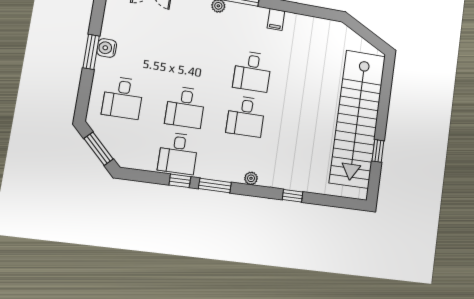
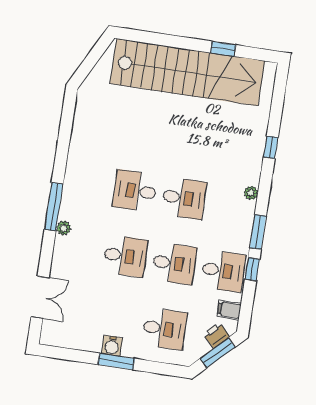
filing cabinet: (276, 20) -> (229, 310), moved, turned 180
desk: (192, 62) -> (125, 256), added
desk: (252, 71) -> (135, 191), turned 180
printer: (116, 148) -> (216, 335), added

